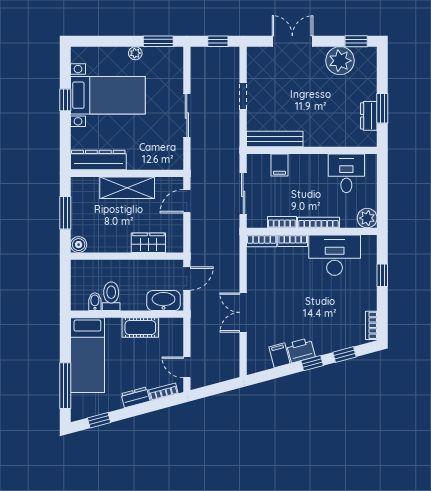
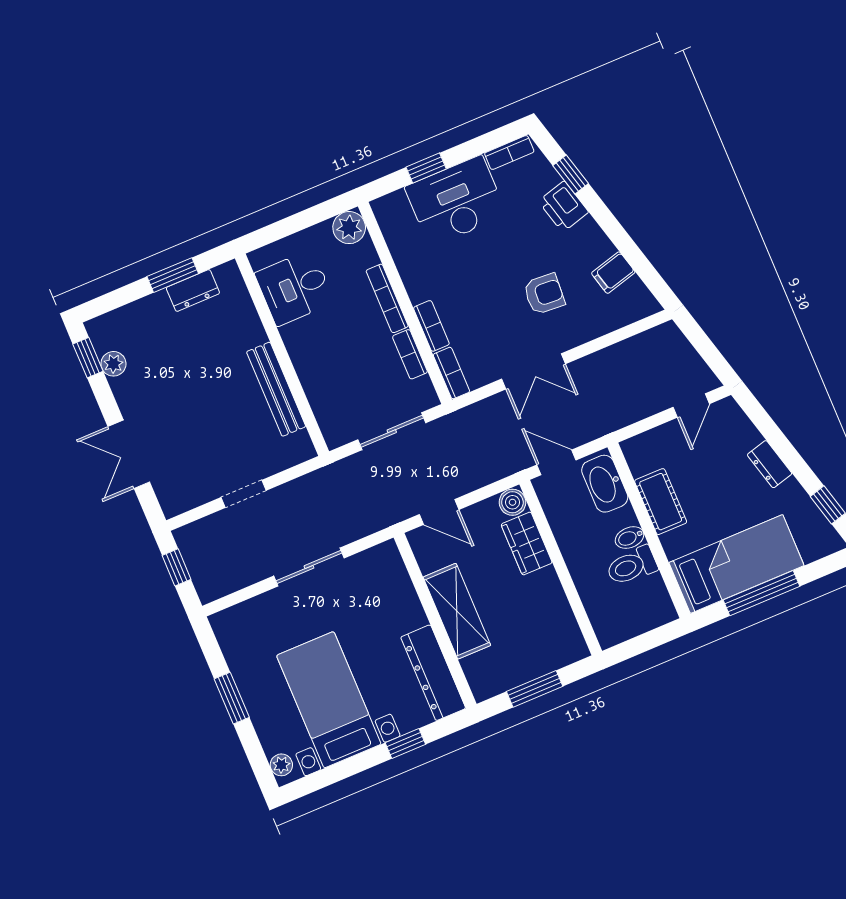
window: (158, 41) -> (232, 698), moved
plant: (135, 53) -> (281, 765), moved
plant: (340, 61) -> (113, 364), width x0.53, depth x0.53
window: (65, 100) -> (405, 743), moved
bench: (275, 139) -> (276, 389), moved
filing cabinet: (279, 165) -> (325, 395), removed
boiler: (79, 245) -> (512, 502), moved
desk: (335, 255) -> (456, 201), moved, turned 90
bidet: (95, 302) -> (630, 538), moved
armchair: (284, 311) -> (544, 294), added
double door: (243, 312) -> (533, 371), moved
printer: (301, 350) -> (563, 207), moved
window: (312, 363) -> (604, 218), removed
window: (65, 386) -> (761, 593), moved
bookcase: (163, 392) -> (743, 425), removed

